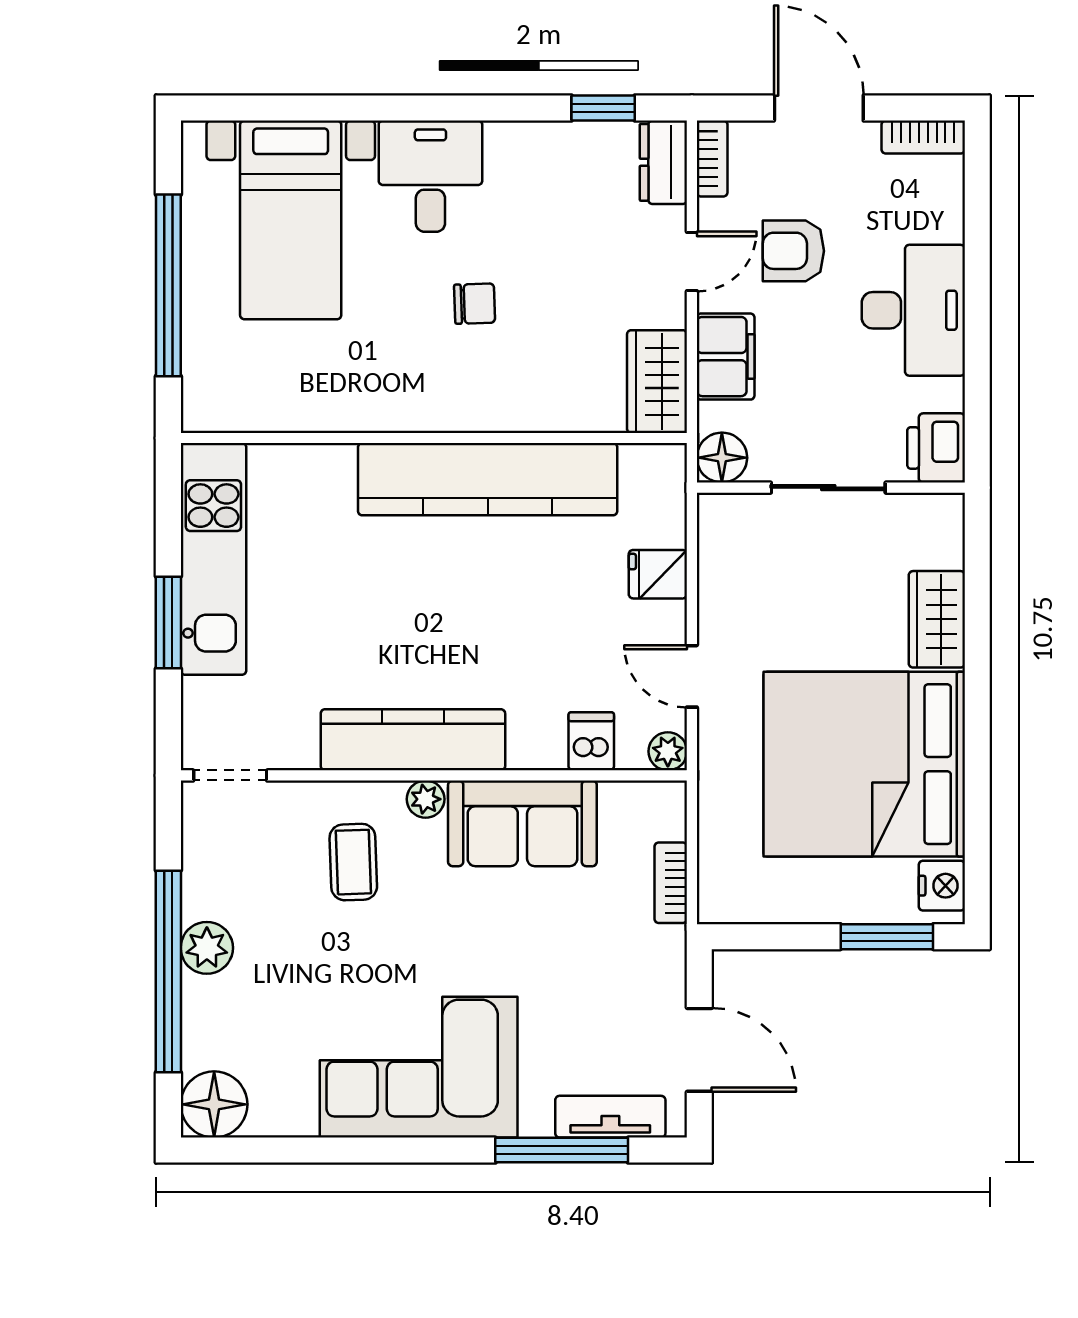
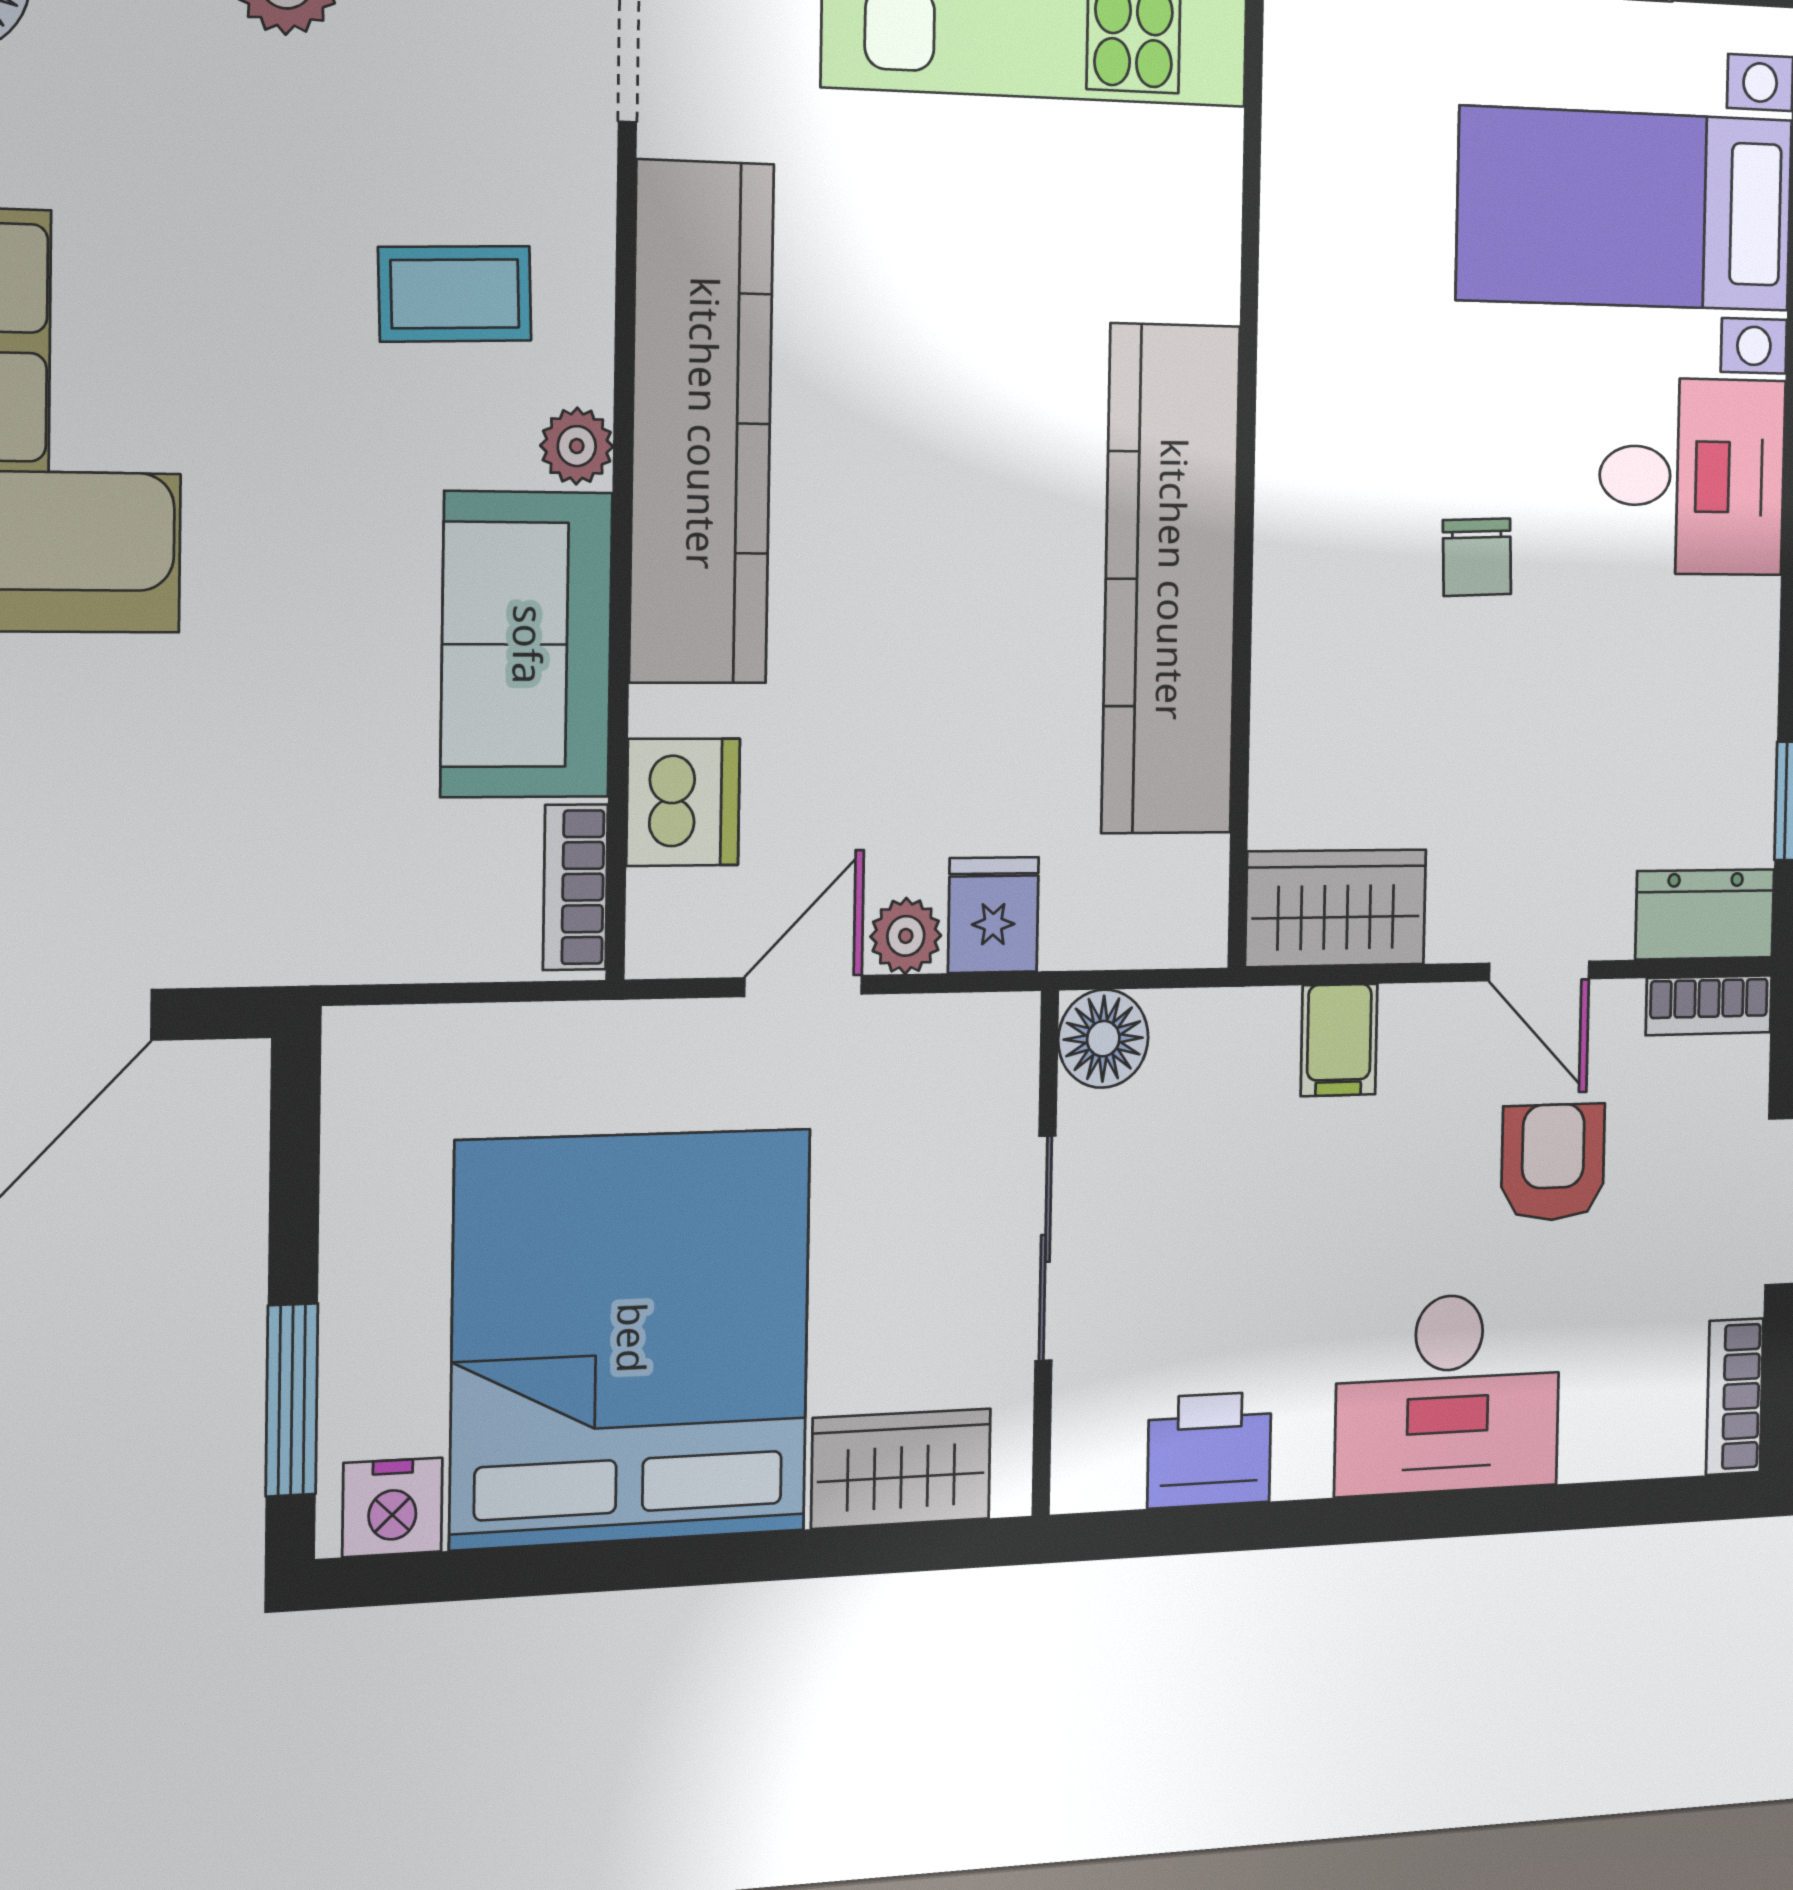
filing cabinet: (726, 357) -> (1339, 1040), width x0.50
floor lamp: (722, 458) -> (1103, 1039), moved
sliding door: (828, 488) -> (1045, 1248), moved
wall: (831, 488) -> (1045, 1254), moved
kitchen counter: (413, 740) -> (702, 423), width x1.39, depth x1.17
dishwasher: (591, 741) -> (683, 802), width x1.38
plant: (668, 751) -> (906, 936), moved
bookcase: (671, 883) -> (575, 887), moved, turned -90

